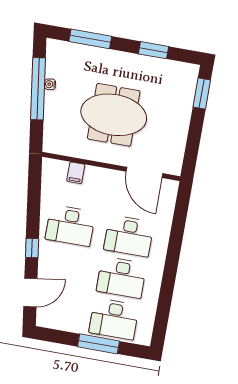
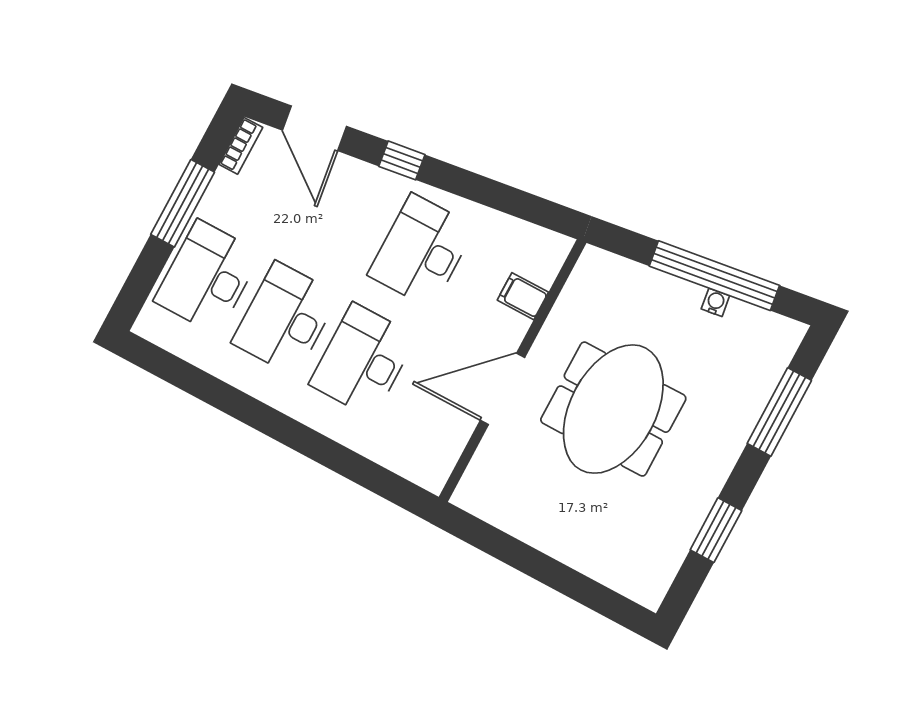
window: (202, 93) -> (599, 598), removed
door: (144, 172) -> (502, 389), moved
bookcase: (49, 323) -> (241, 146), added
window: (98, 344) -> (183, 203), moved

